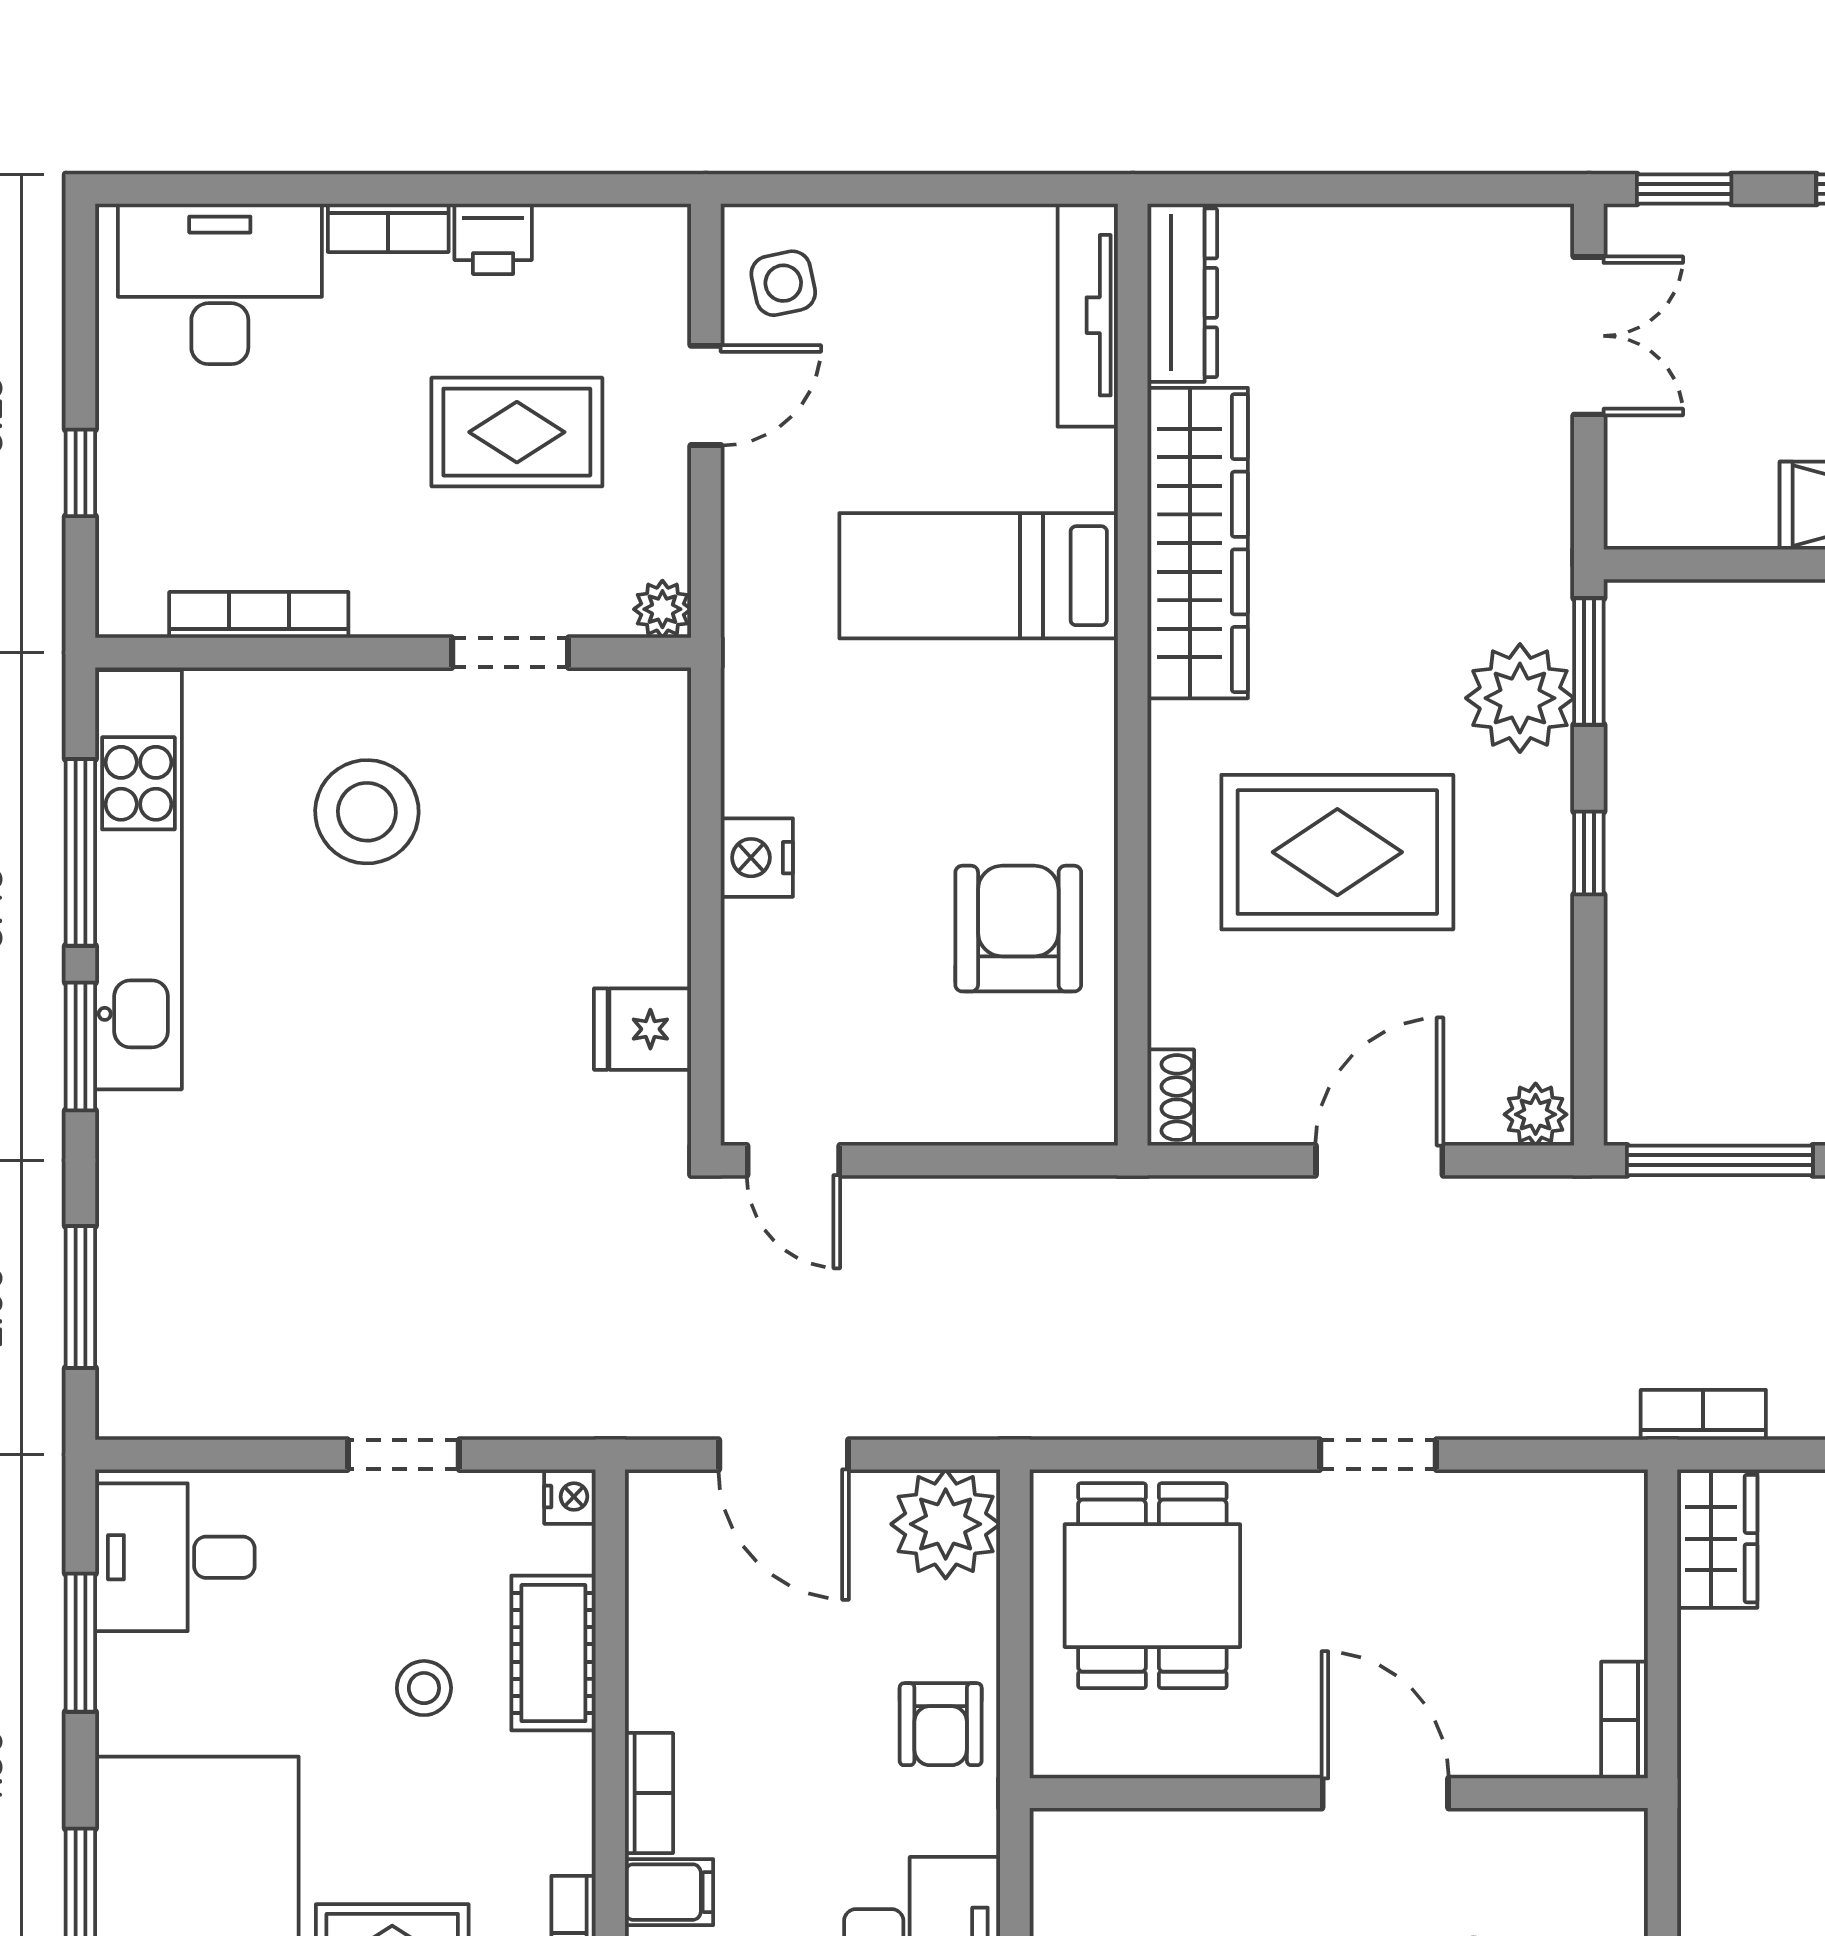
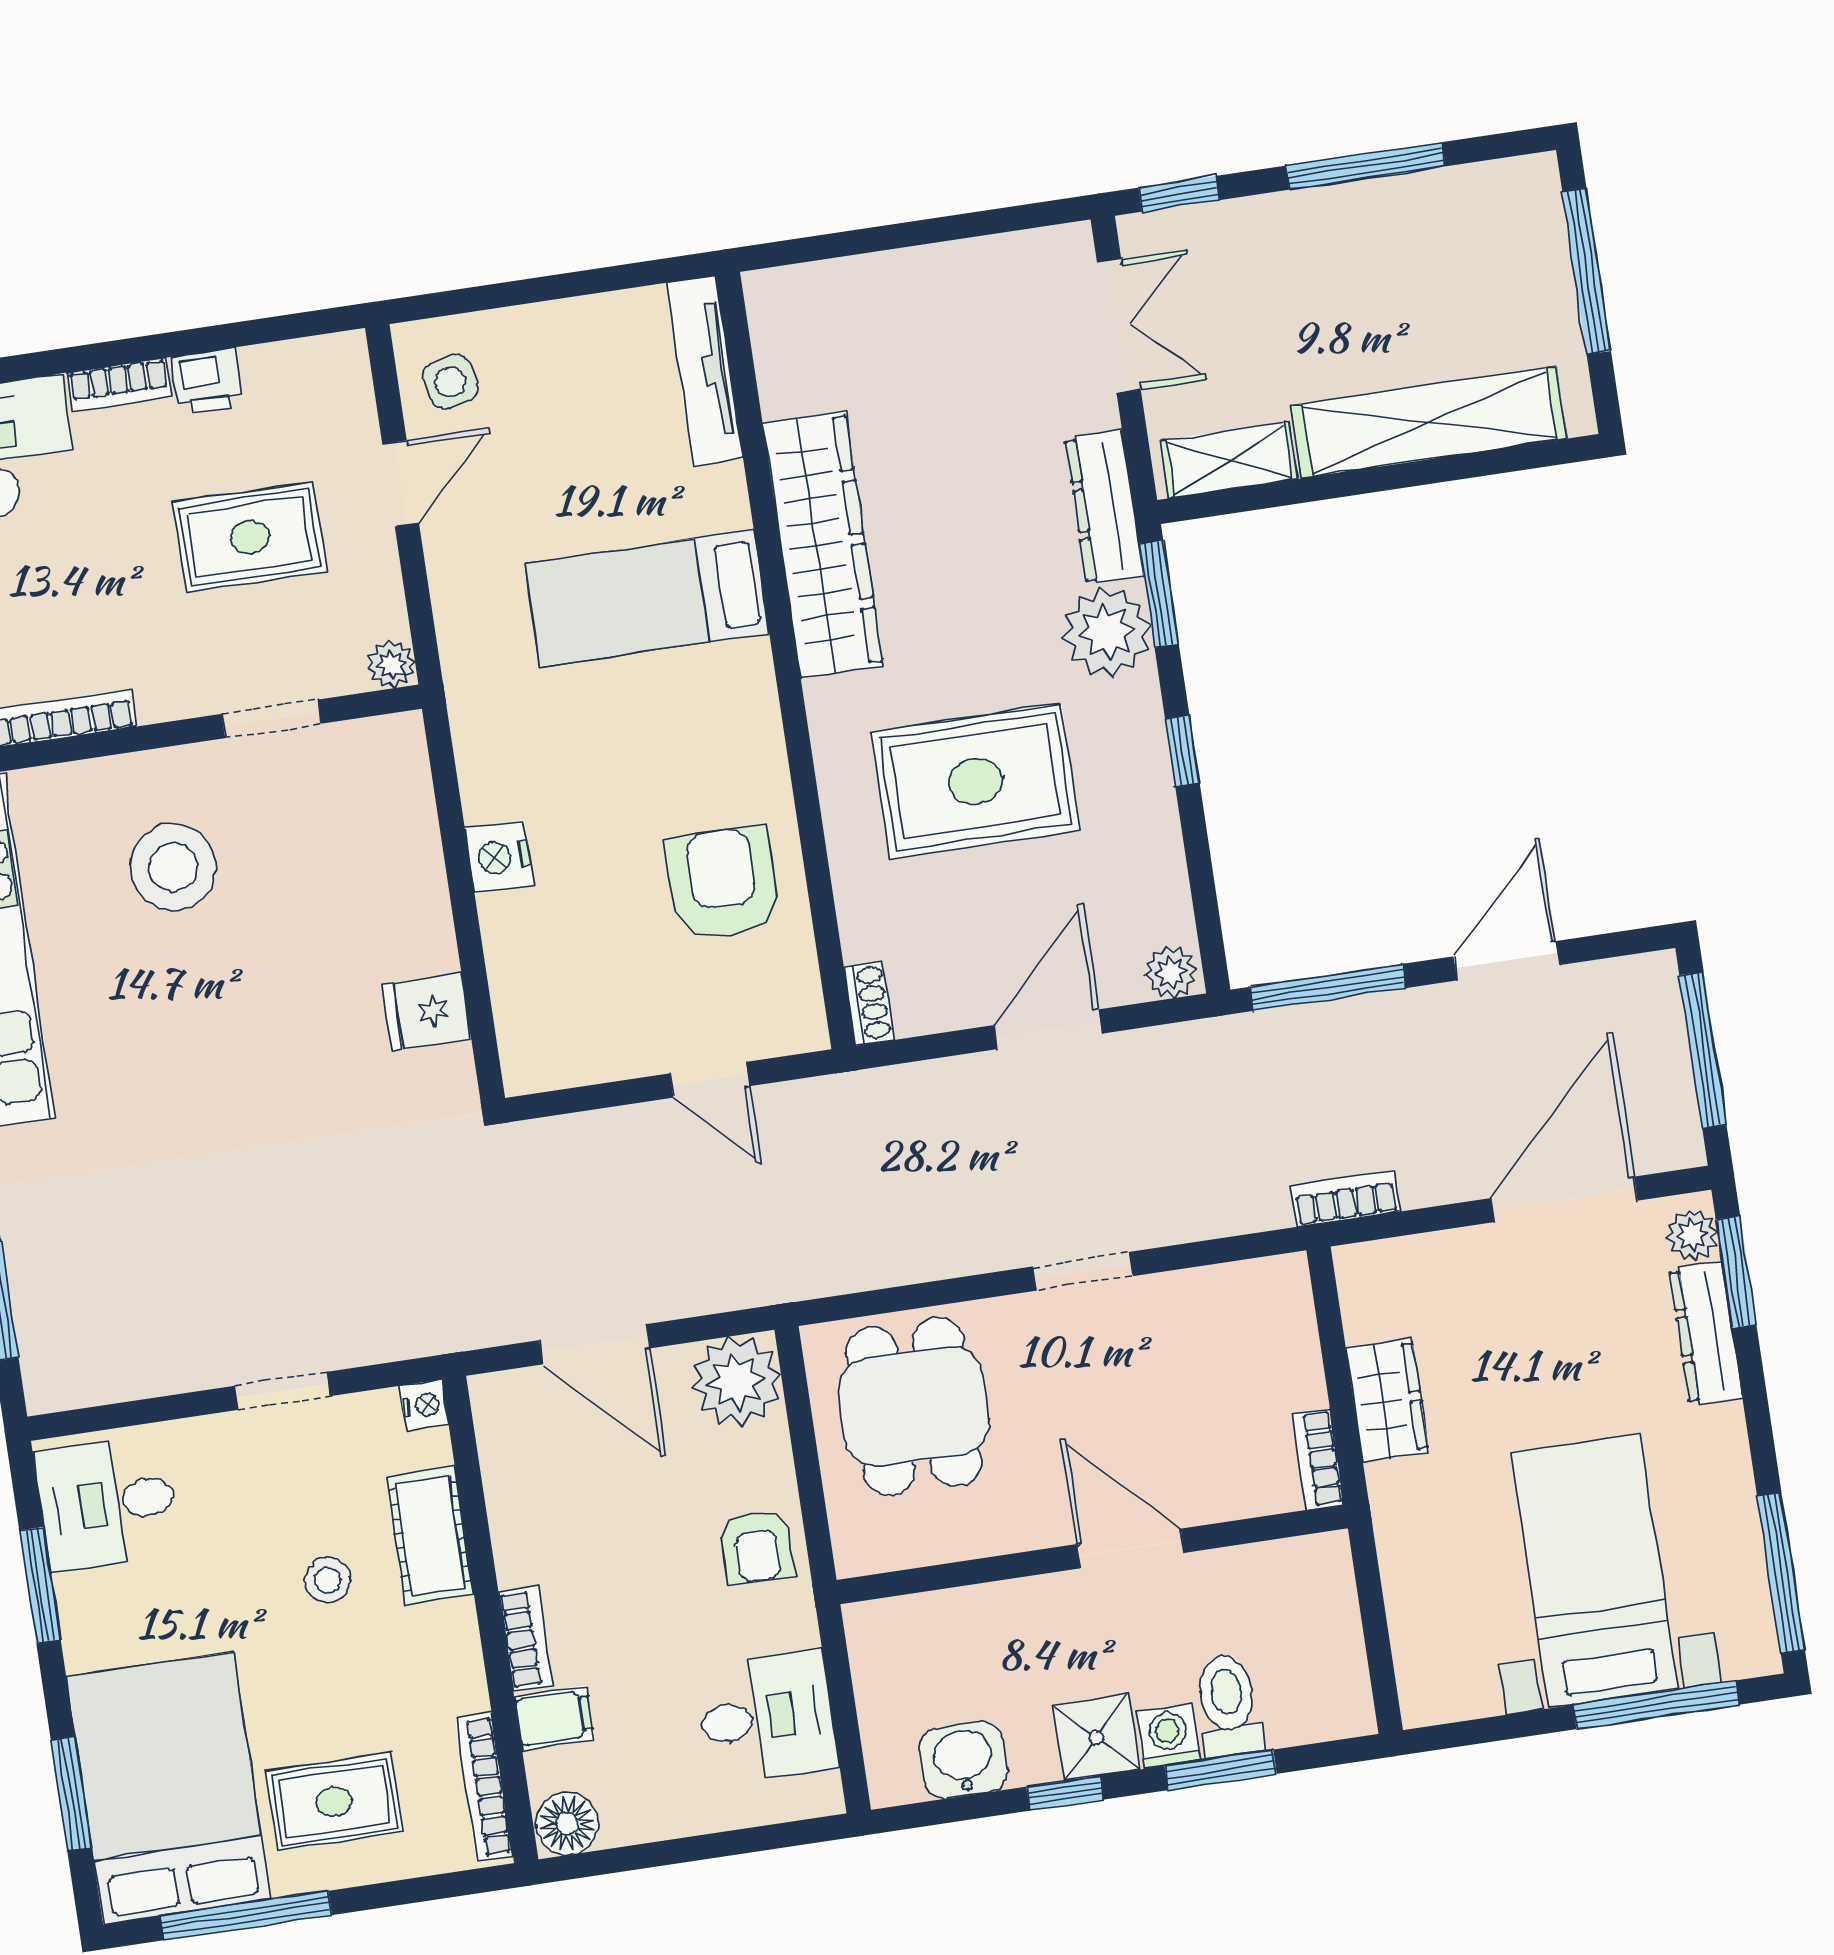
dresser: (1182, 293) -> (1104, 507), moved, turned 180
shelving: (1696, 515) -> (1229, 460), added
door: (793, 1160) -> (710, 1080), moved
wardrobe: (1717, 1539) -> (1387, 1400), moved

